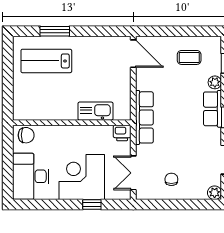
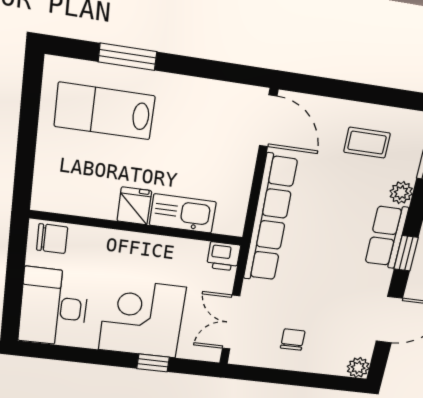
fridge: (68, 110) -> (134, 206), added
row of seats: (144, 117) -> (270, 219), width x1.36

